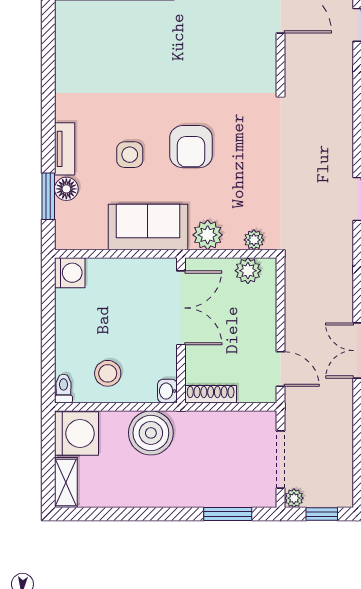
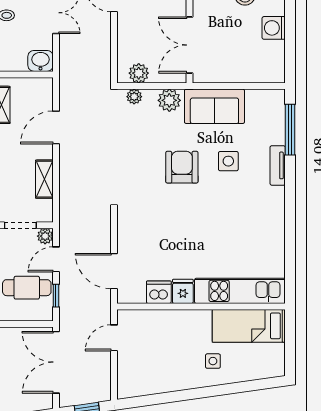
floor lamp: (66, 189) -> (276, 135), removed
window: (48, 196) -> (290, 130), width x1.44
washing machine: (70, 273) -> (274, 28), moved

